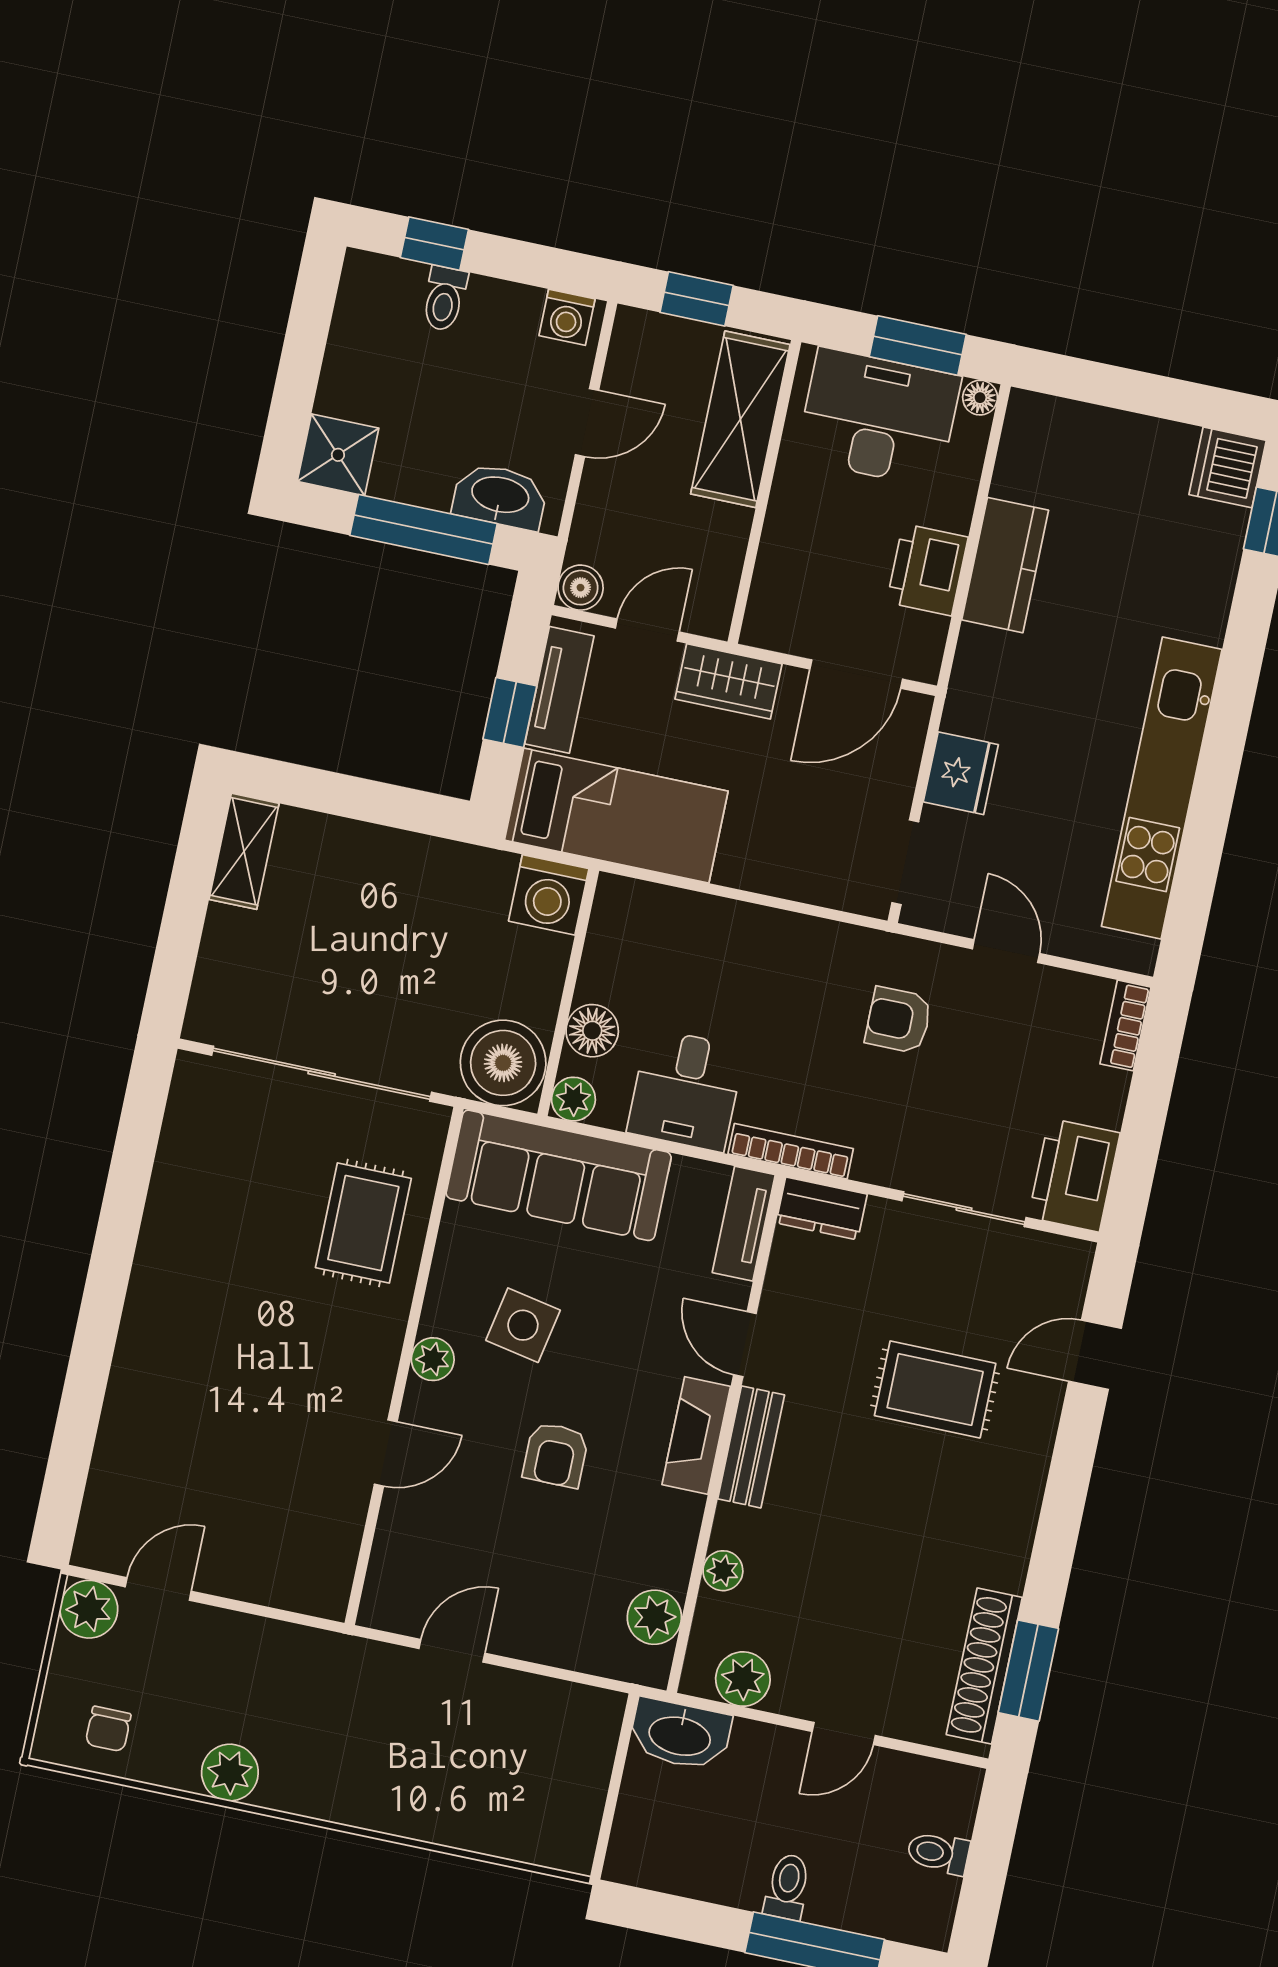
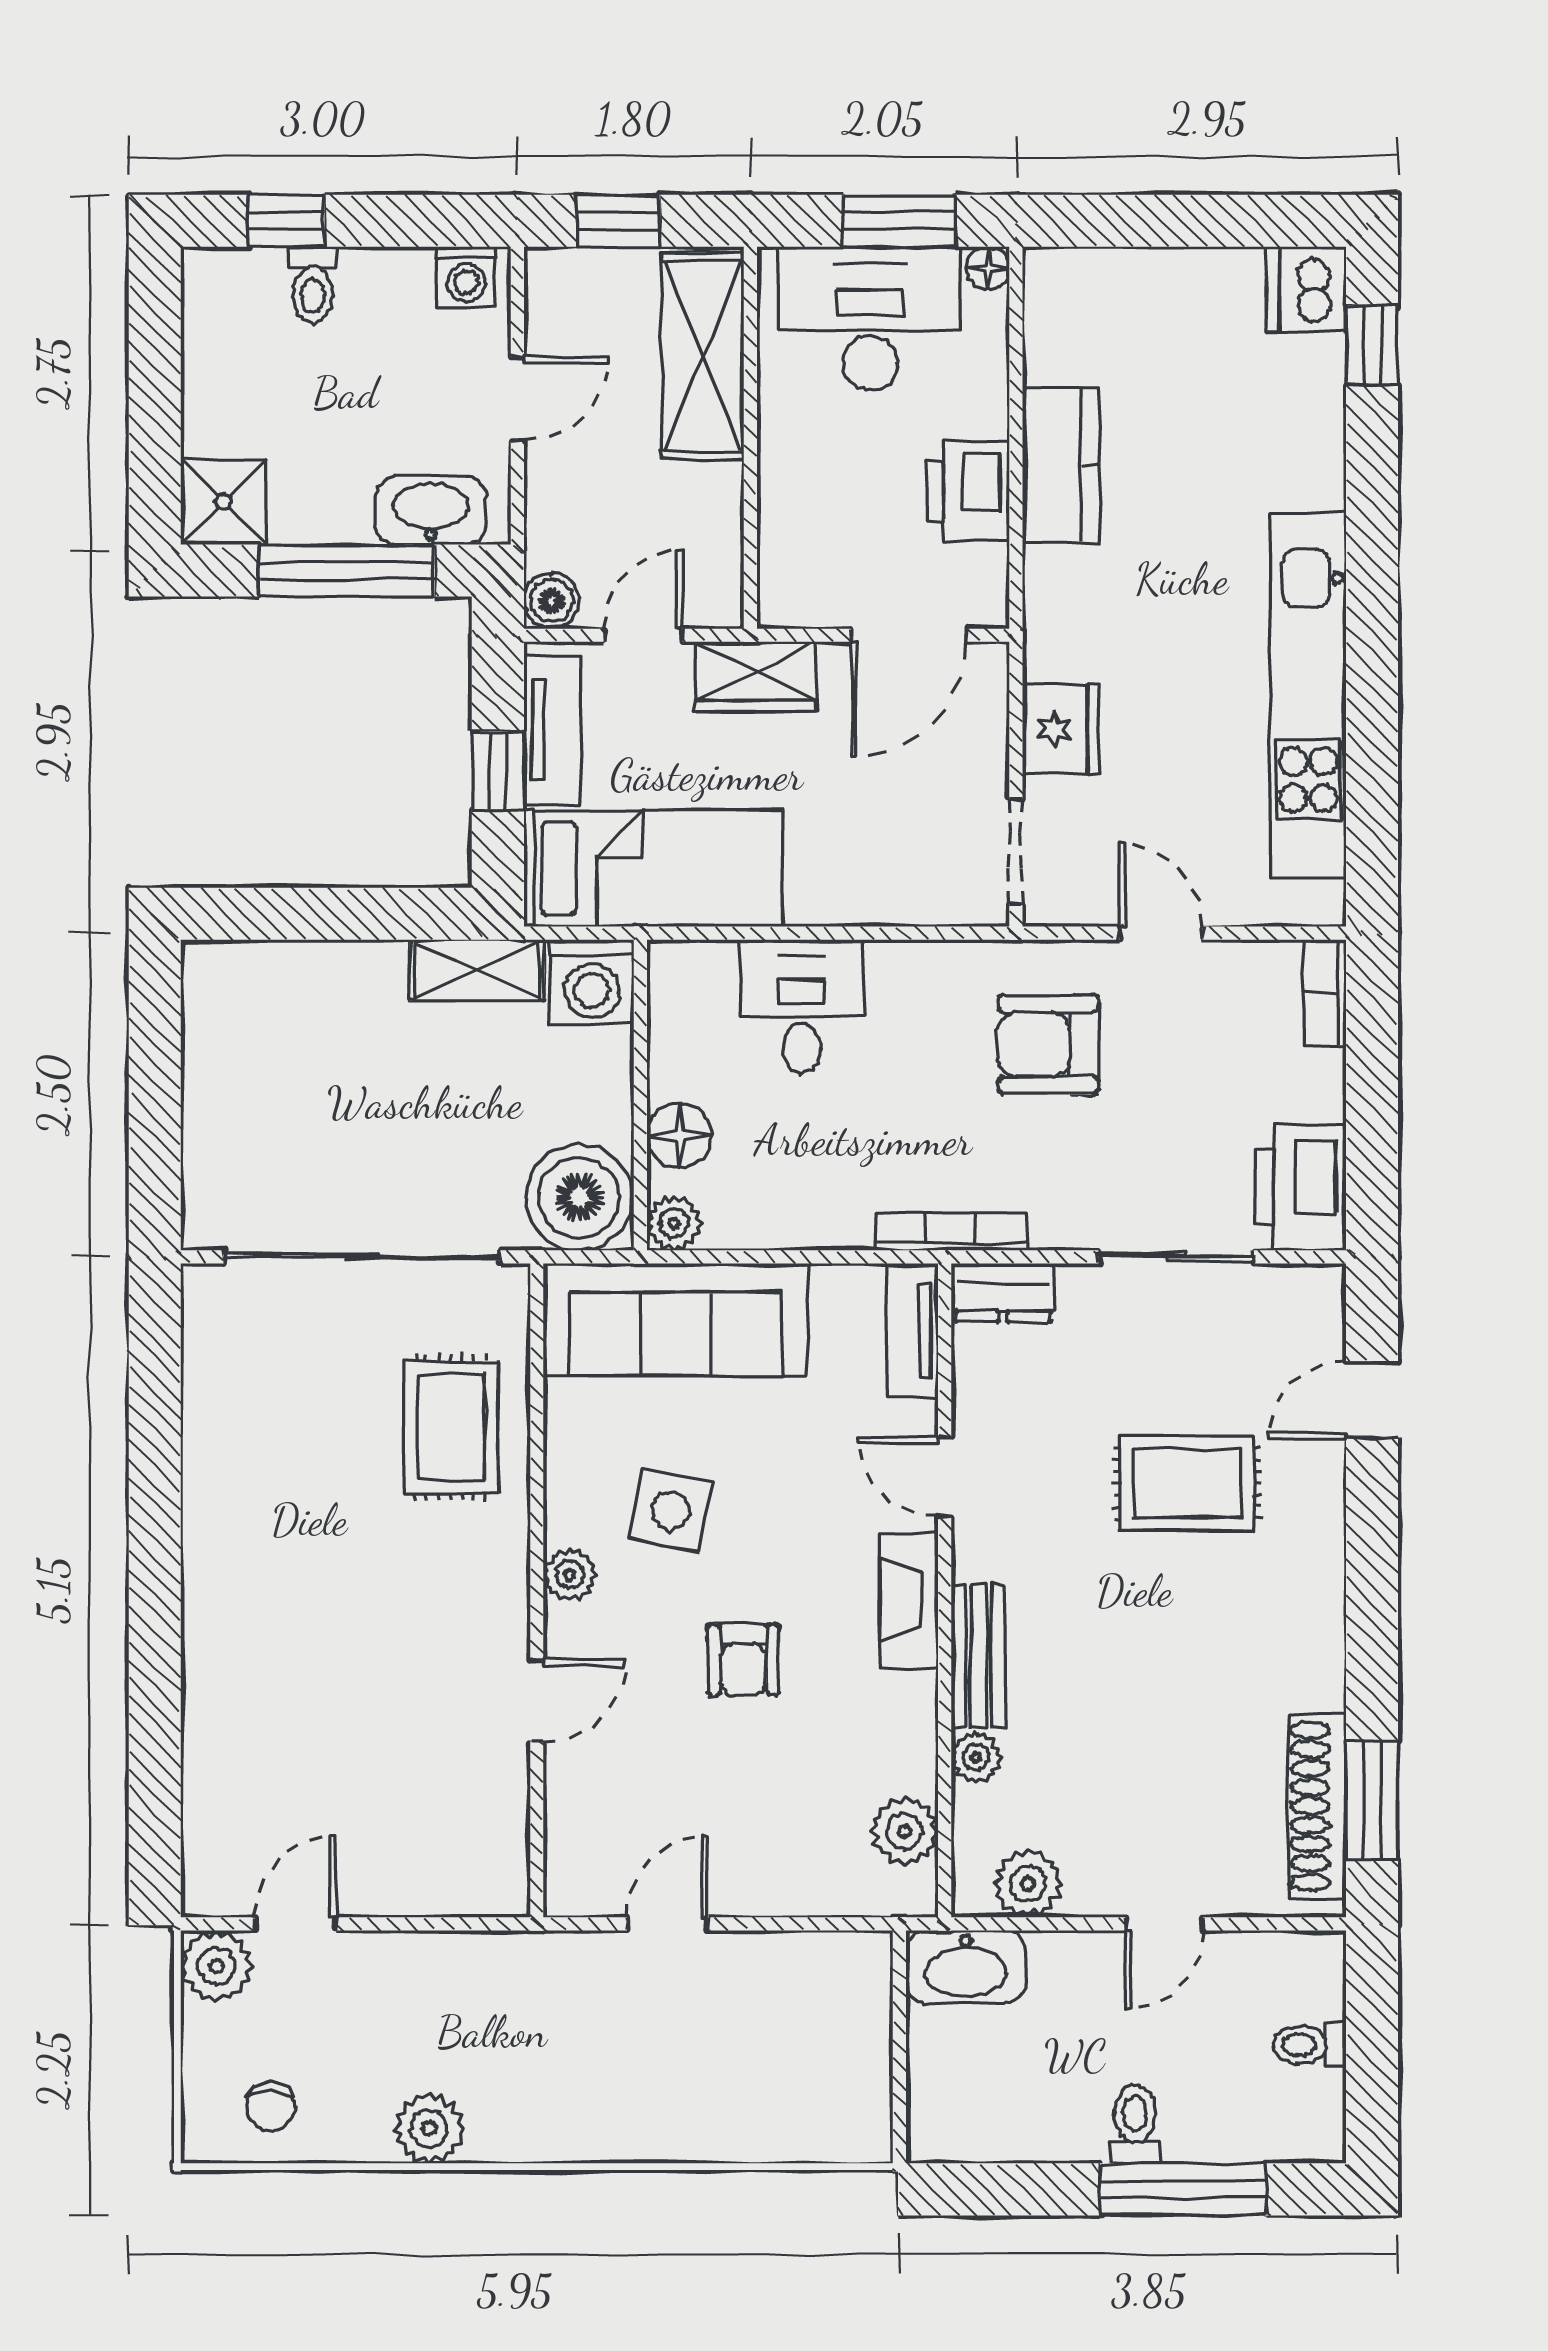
shelving: (244, 851) -> (477, 970), moved, turned 90
armchair: (898, 1020) -> (1048, 1044), width x1.38, depth x1.38
desk: (686, 1090) -> (802, 1007), moved, turned 180
bench: (751, 1447) -> (979, 1656), moved

